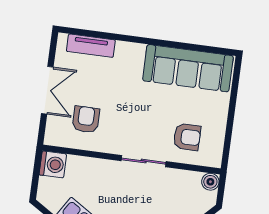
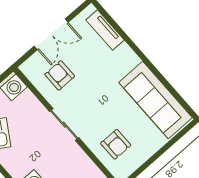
armchair: (86, 119) -> (60, 75), turned -90
sliding door: (144, 161) -> (64, 125), moved

